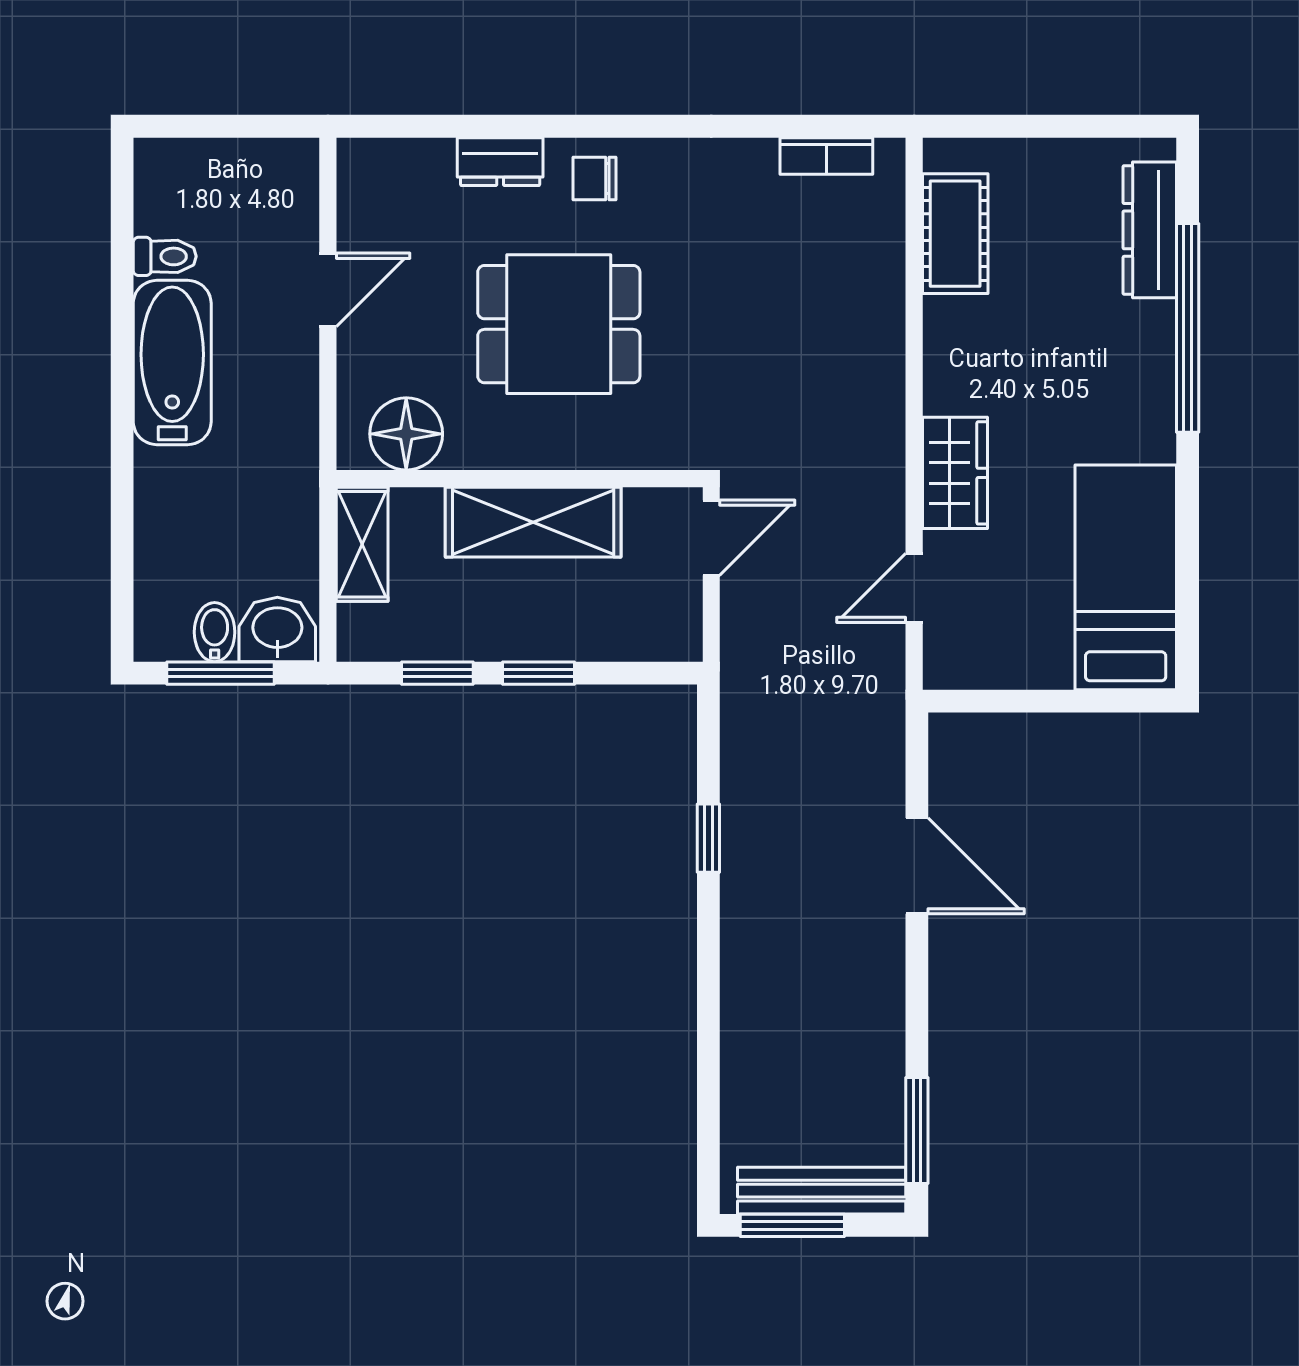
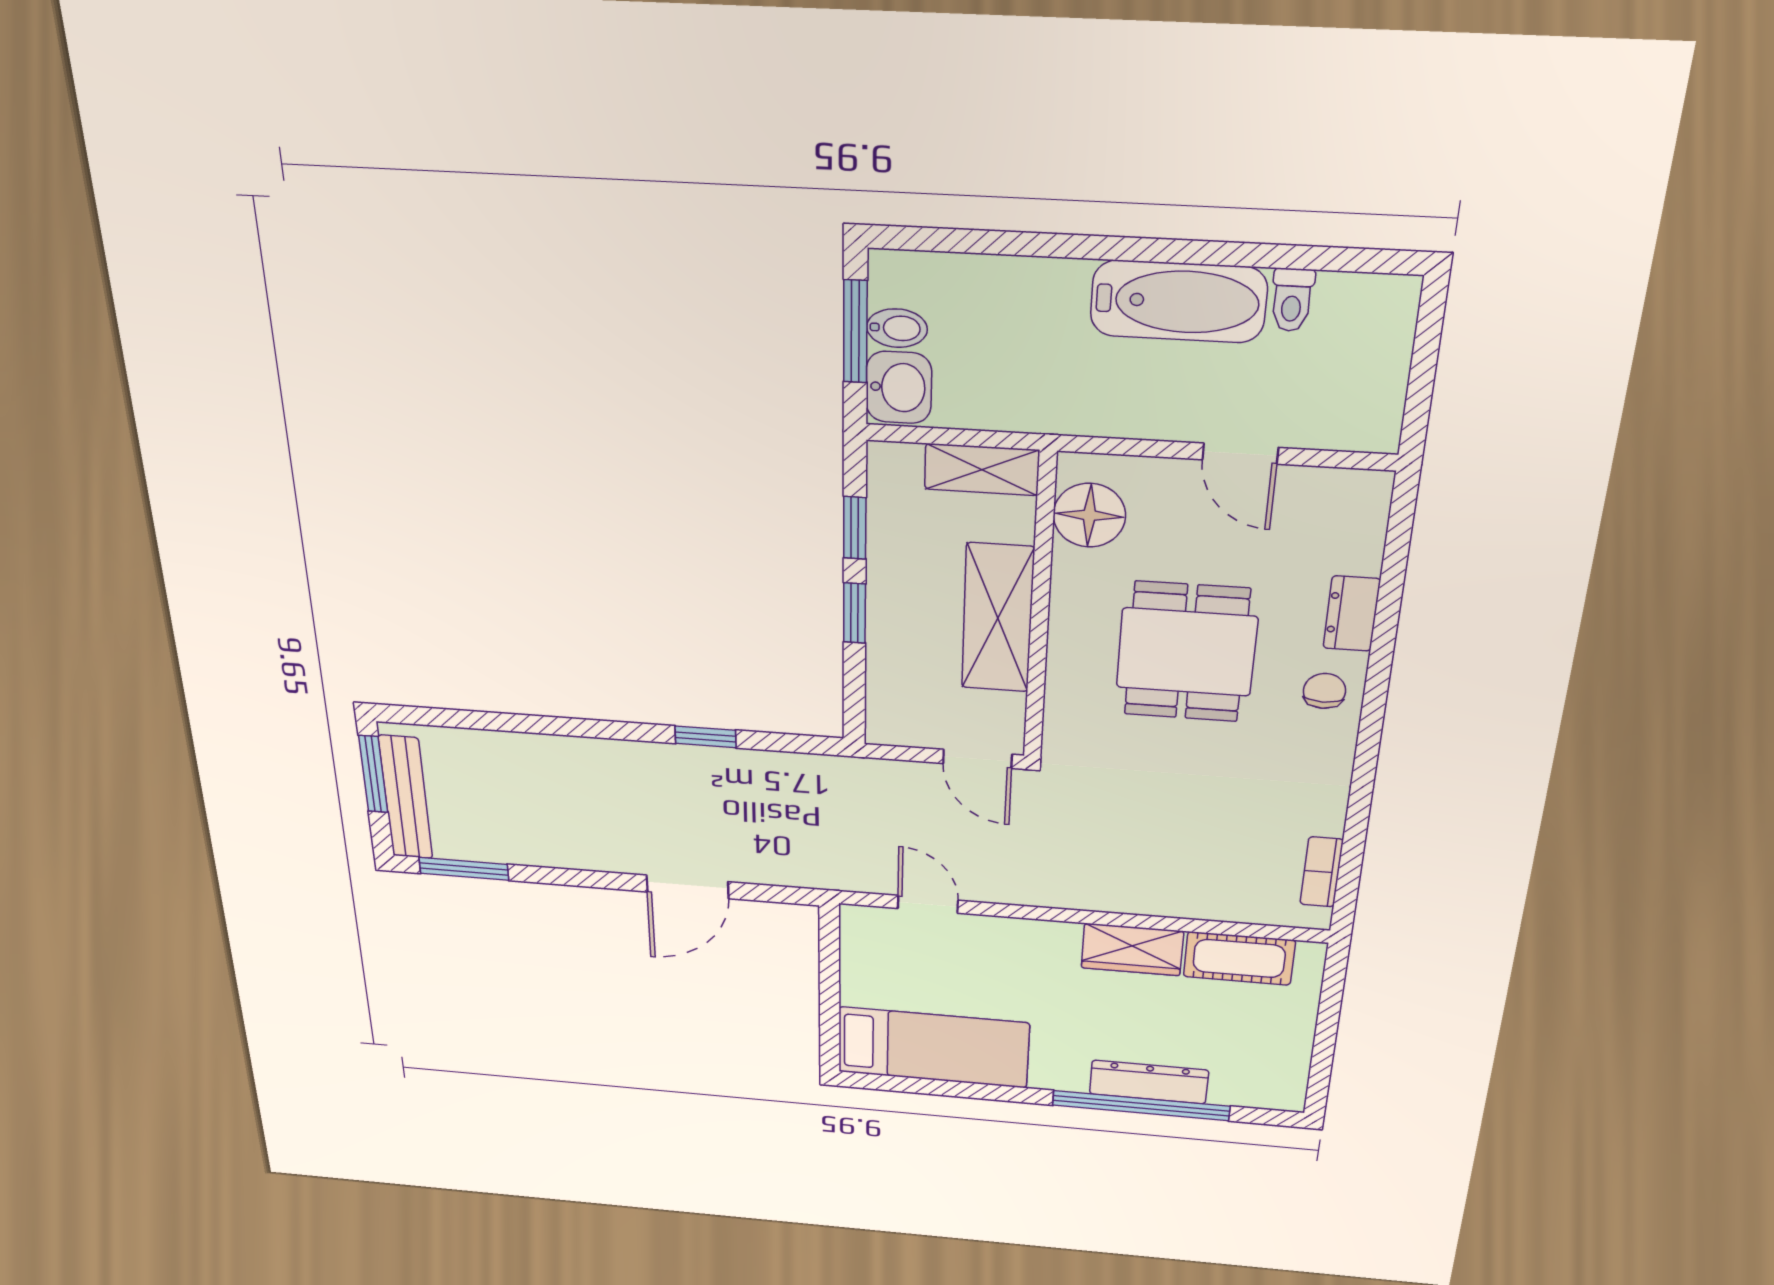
dresser: (1150, 230) -> (1149, 1082), moved
wardrobe: (955, 473) -> (1132, 950), moved

